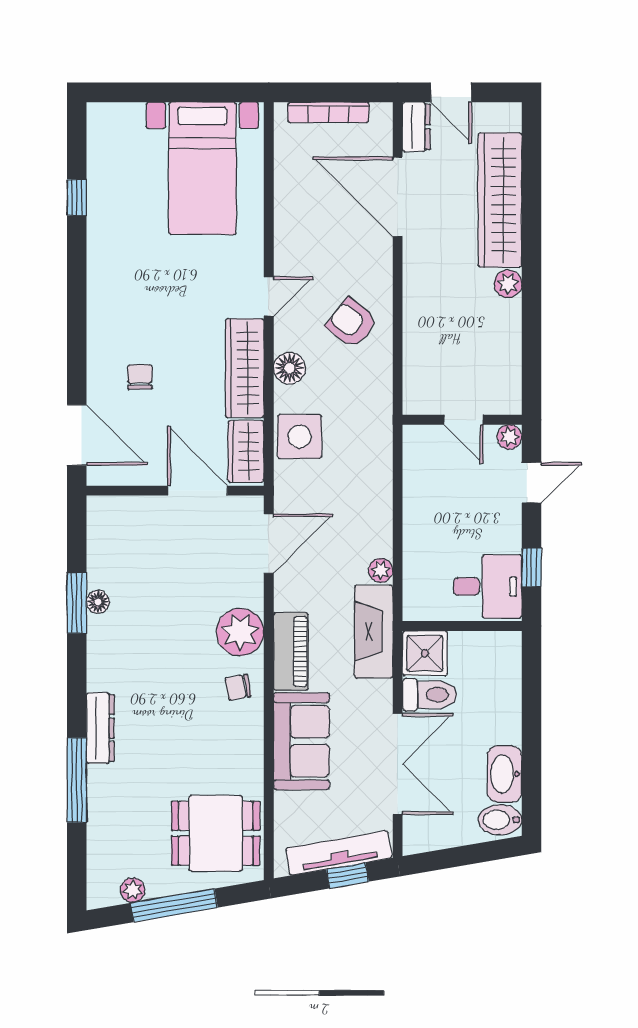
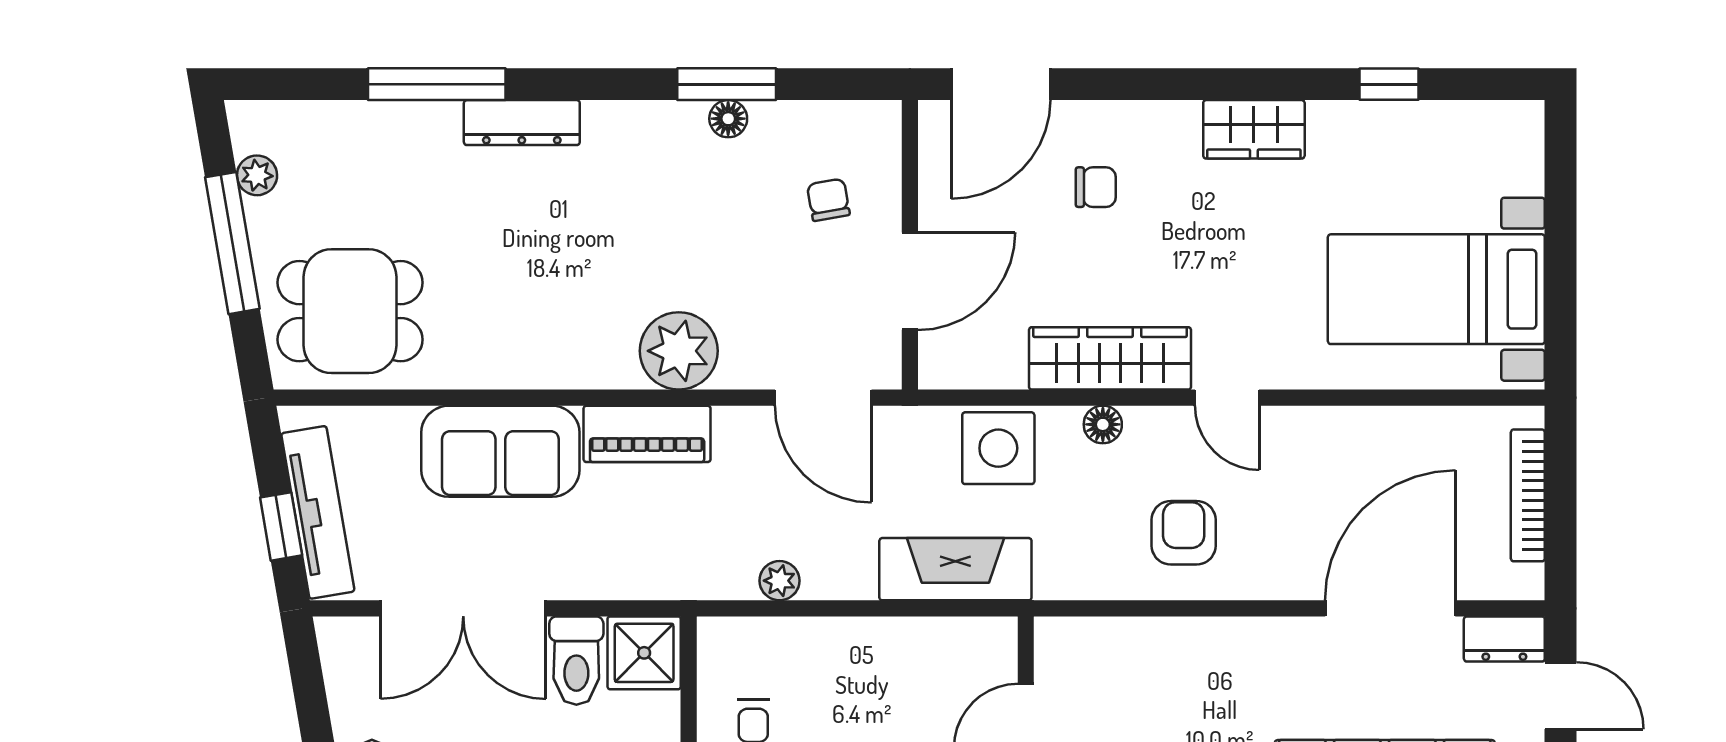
door: (451, 92) -> (1561, 696), swing flipped
armchair: (351, 323) -> (1184, 533), turned -38
floor lamp: (289, 368) -> (1103, 424), width x0.73, depth x0.73
wardrobe: (246, 451) -> (1254, 129), moved, turned 180
fireplace: (374, 632) -> (955, 569), moved
chair: (238, 687) -> (828, 200), moved
dining table: (216, 833) -> (350, 311), turned 90

